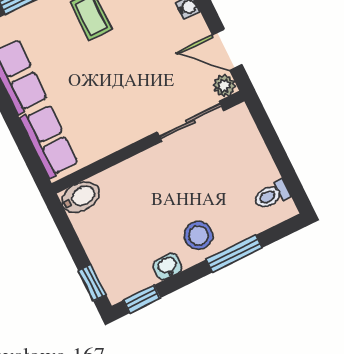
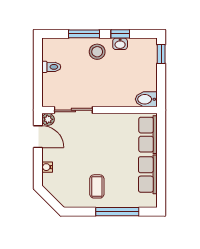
toilet: (272, 195) -> (51, 67), moved
window: (142, 299) -> (120, 34), moved

